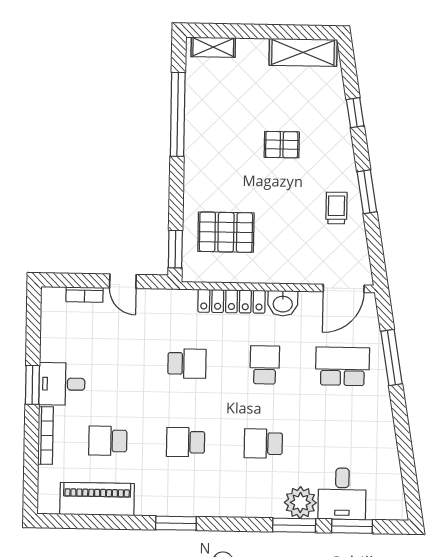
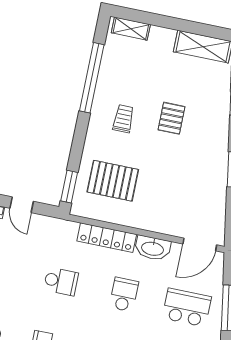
pallet: (282, 145) -> (171, 118), turned 90
trolley: (336, 208) -> (123, 119), moved
washbasin: (283, 303) -> (153, 248), width x1.38

